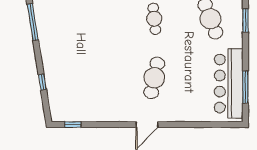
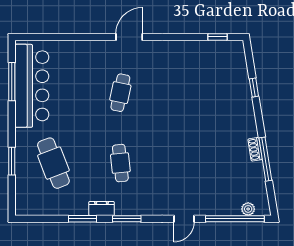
shoe rack: (41, 30) -> (255, 149), added
cafe table: (154, 78) -> (120, 93), width x0.73, depth x0.74

